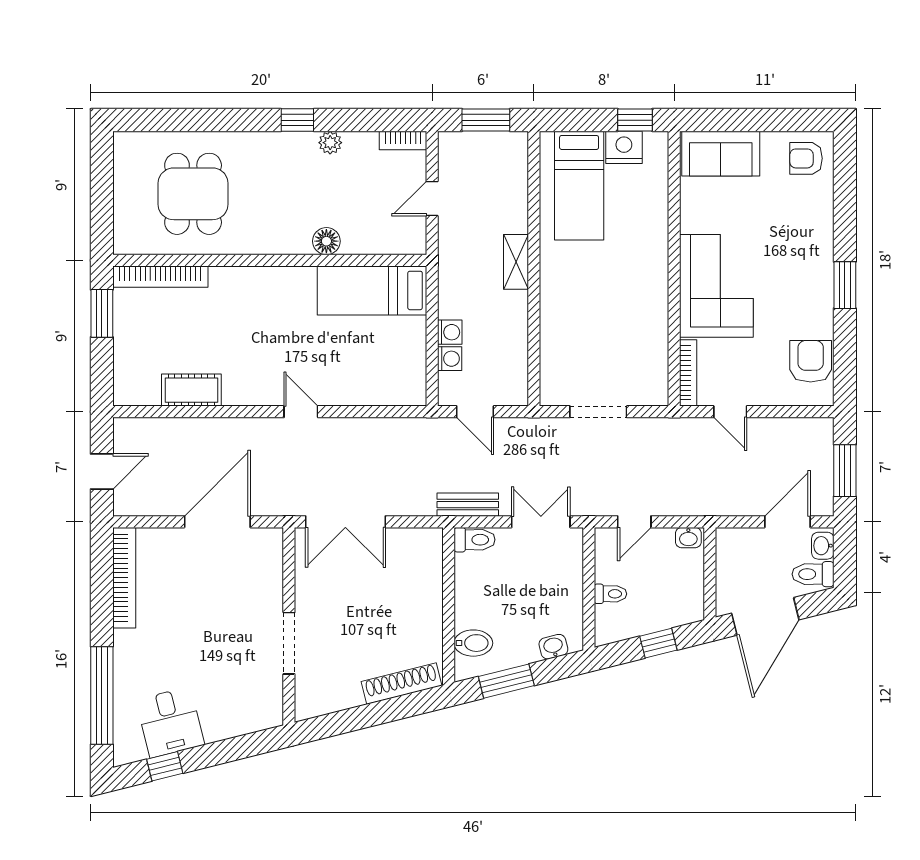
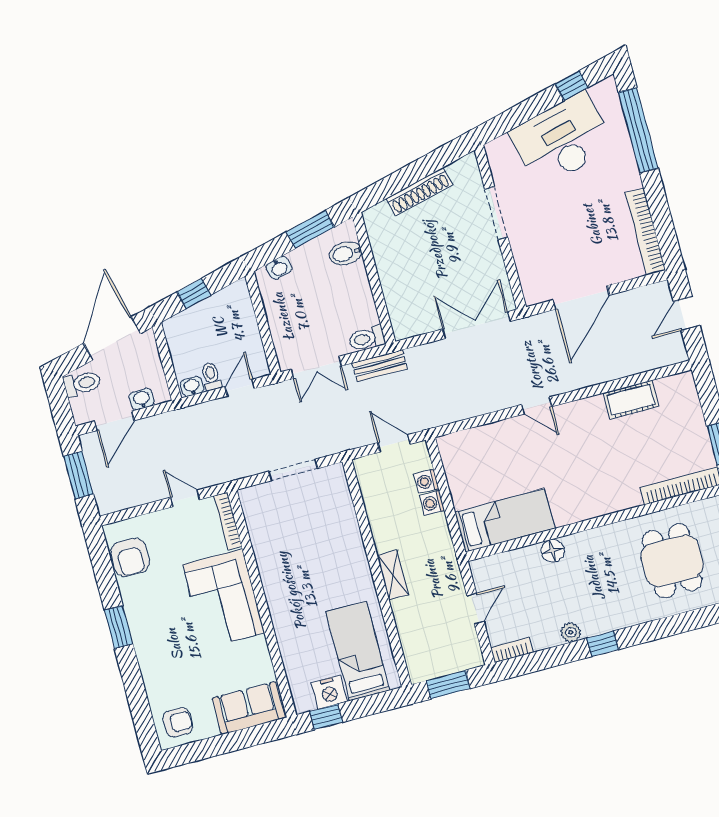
washbasin: (823, 546) -> (142, 399), moved, turned -90
toilet: (610, 594) -> (211, 376), moved, turned 90
shoe rack: (401, 684) -> (419, 192), moved
desk: (170, 722) -> (562, 140), width x1.87, depth x1.30

